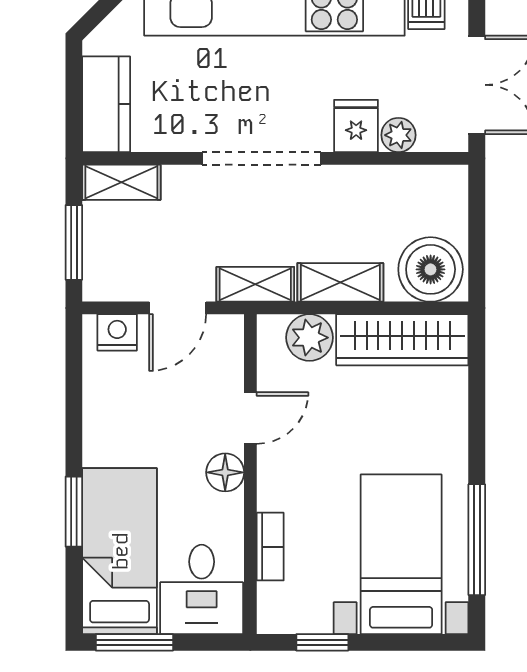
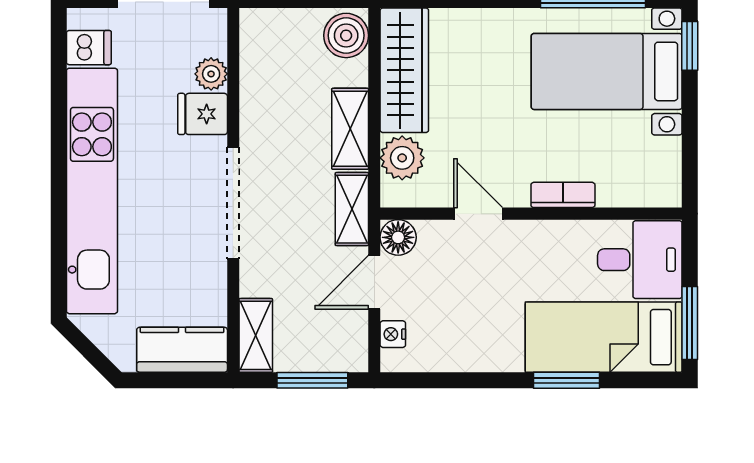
boiler: (431, 269) -> (346, 35), width x0.73, depth x0.73
door: (178, 308) -> (374, 282), swing flipped
nightstand: (117, 332) -> (393, 334), width x0.72, depth x0.74
floor lamp: (225, 472) -> (398, 237), moved
bookcase: (270, 547) -> (563, 195), moved
window: (322, 642) -> (690, 46), moved

